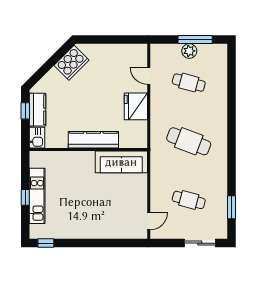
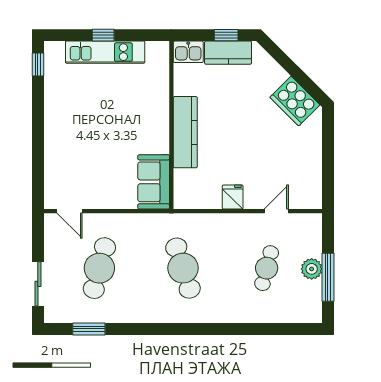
fridge: (136, 106) -> (233, 197), width x0.53, depth x0.75
cafe table: (189, 141) -> (183, 268), turned -39
sofa: (121, 162) -> (154, 182), width x0.73
cafe table: (189, 200) -> (99, 268), width x1.37, depth x1.35

